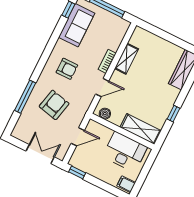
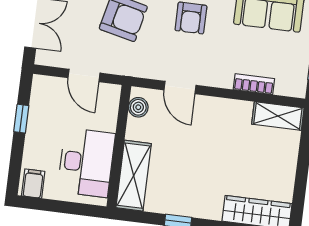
shelving: (127, 59) -> (278, 116), moved
bookcase: (107, 61) -> (254, 84), moved
window: (77, 172) -> (21, 119), moved

